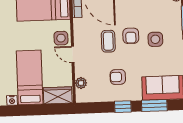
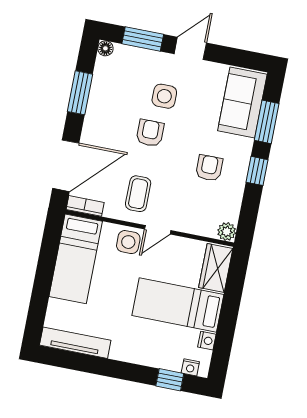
armchair: (131, 36) -> (150, 133), turned -90
coffee table: (108, 41) -> (138, 194), moved, turned 90
armchair: (118, 77) -> (209, 168), turned 180
plant: (81, 83) -> (227, 232), moved

